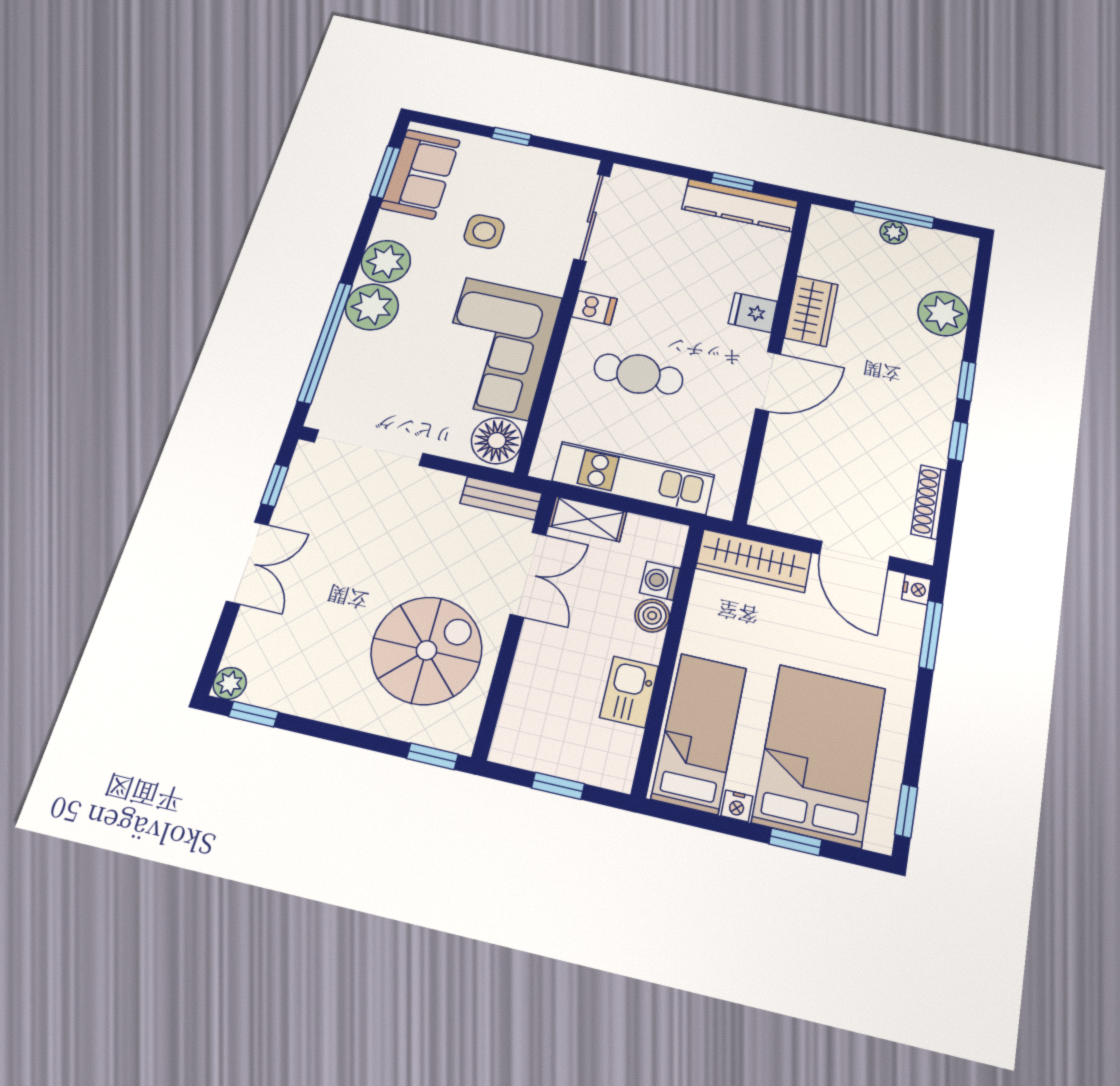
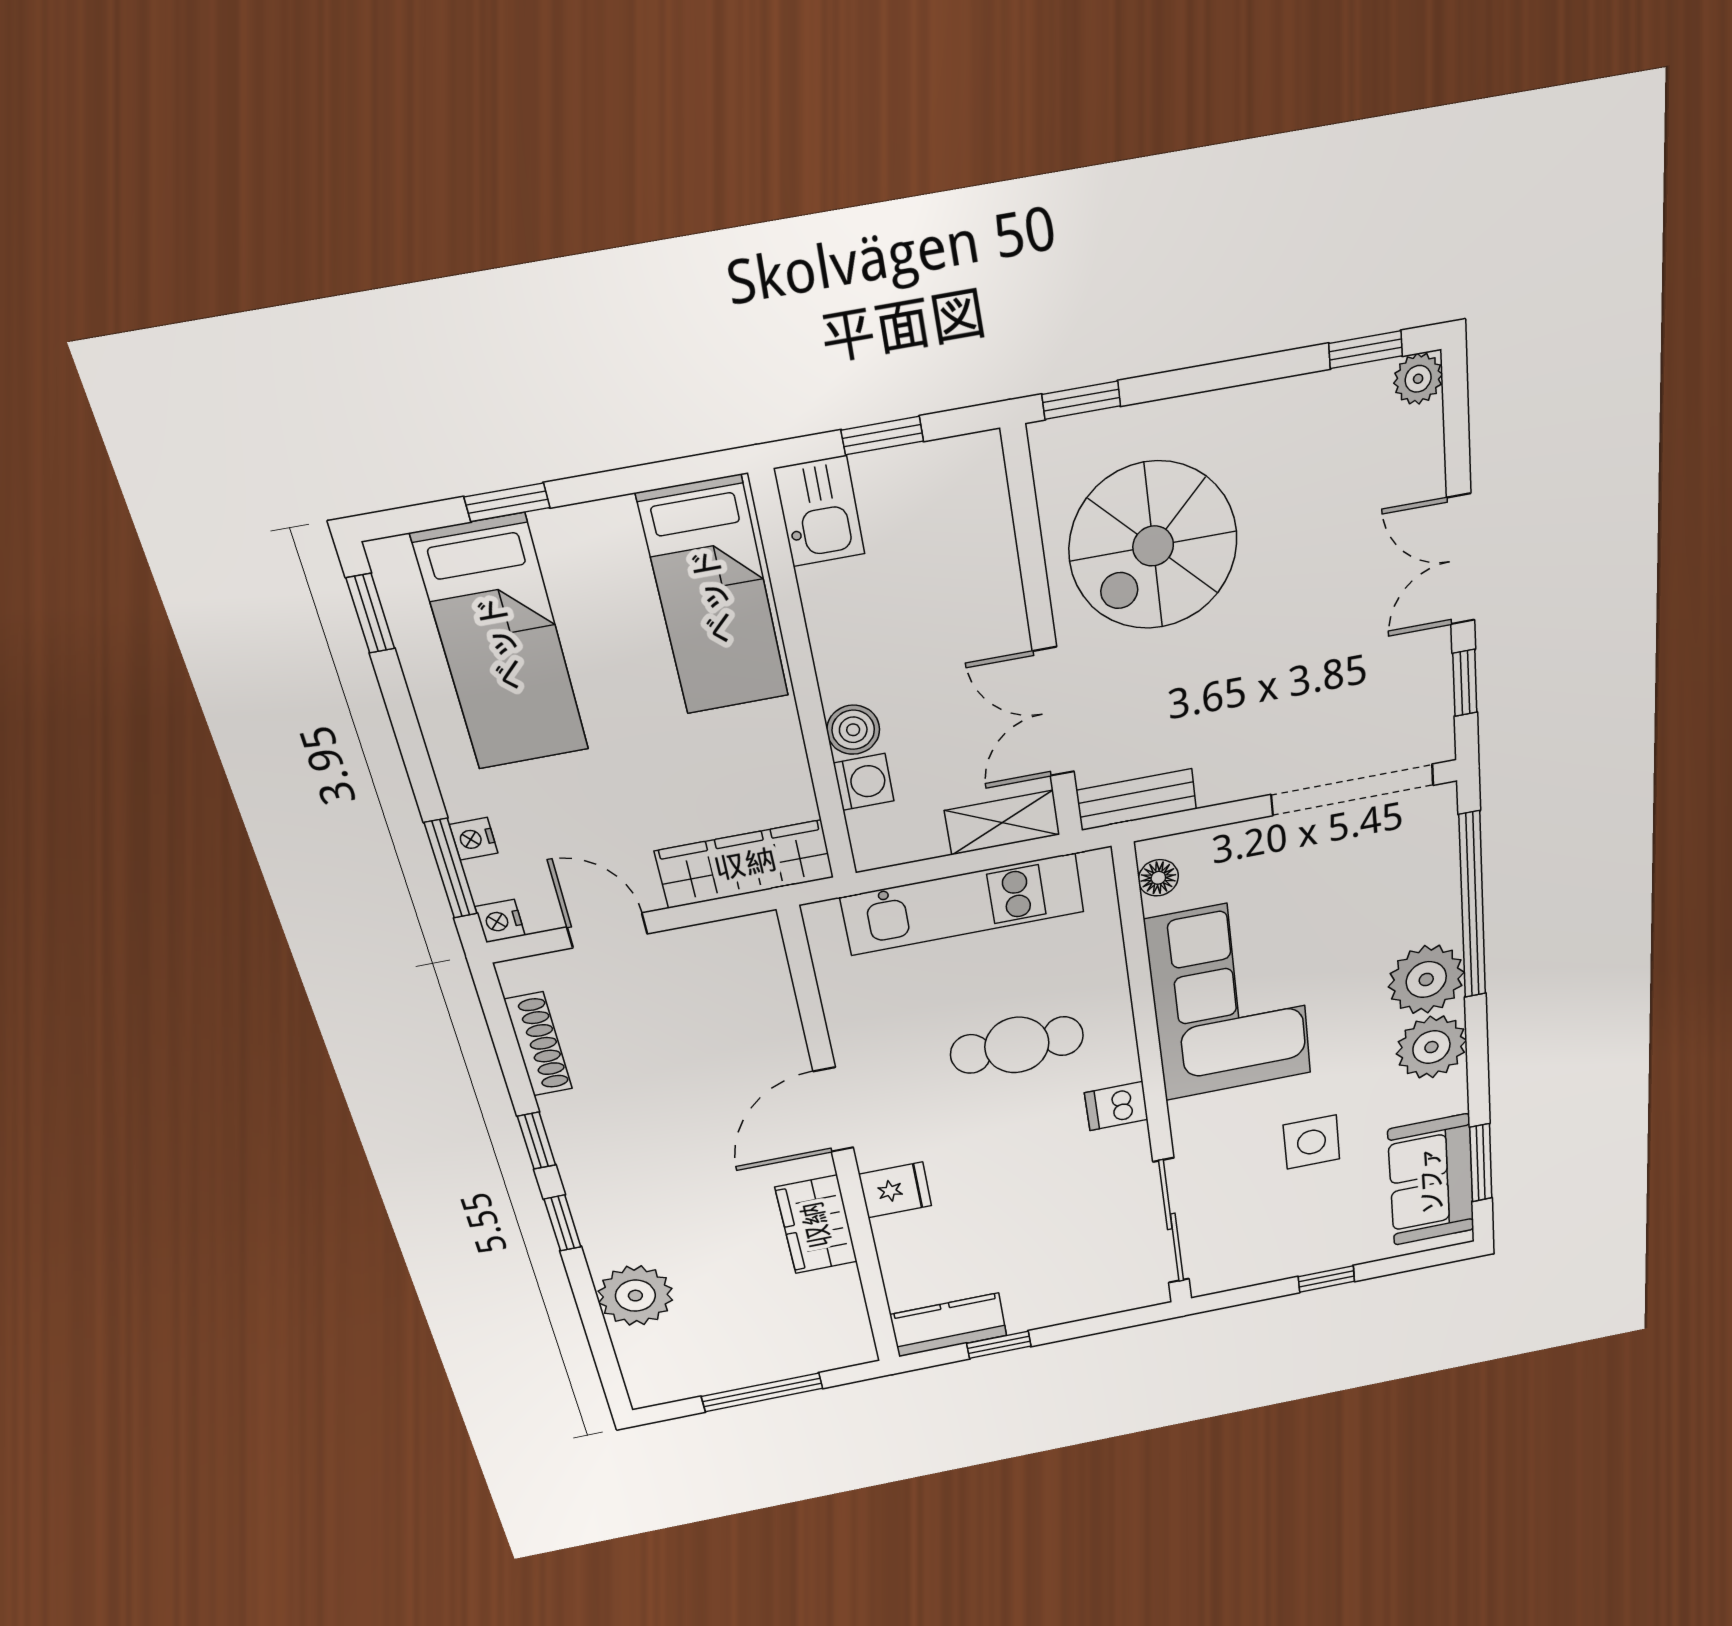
kitchen counter: (740, 205) -> (948, 1325), width x0.67
plant: (894, 232) -> (751, 1371), removed
floor lamp: (497, 441) -> (1158, 878), width x0.53, depth x0.53
door: (855, 555) -> (607, 930), width x0.73
kitchen sink: (629, 692) -> (819, 511), moved
bed: (820, 755) -> (502, 644), width x0.67
nightstand: (737, 806) -> (474, 839), moved, turned -90

